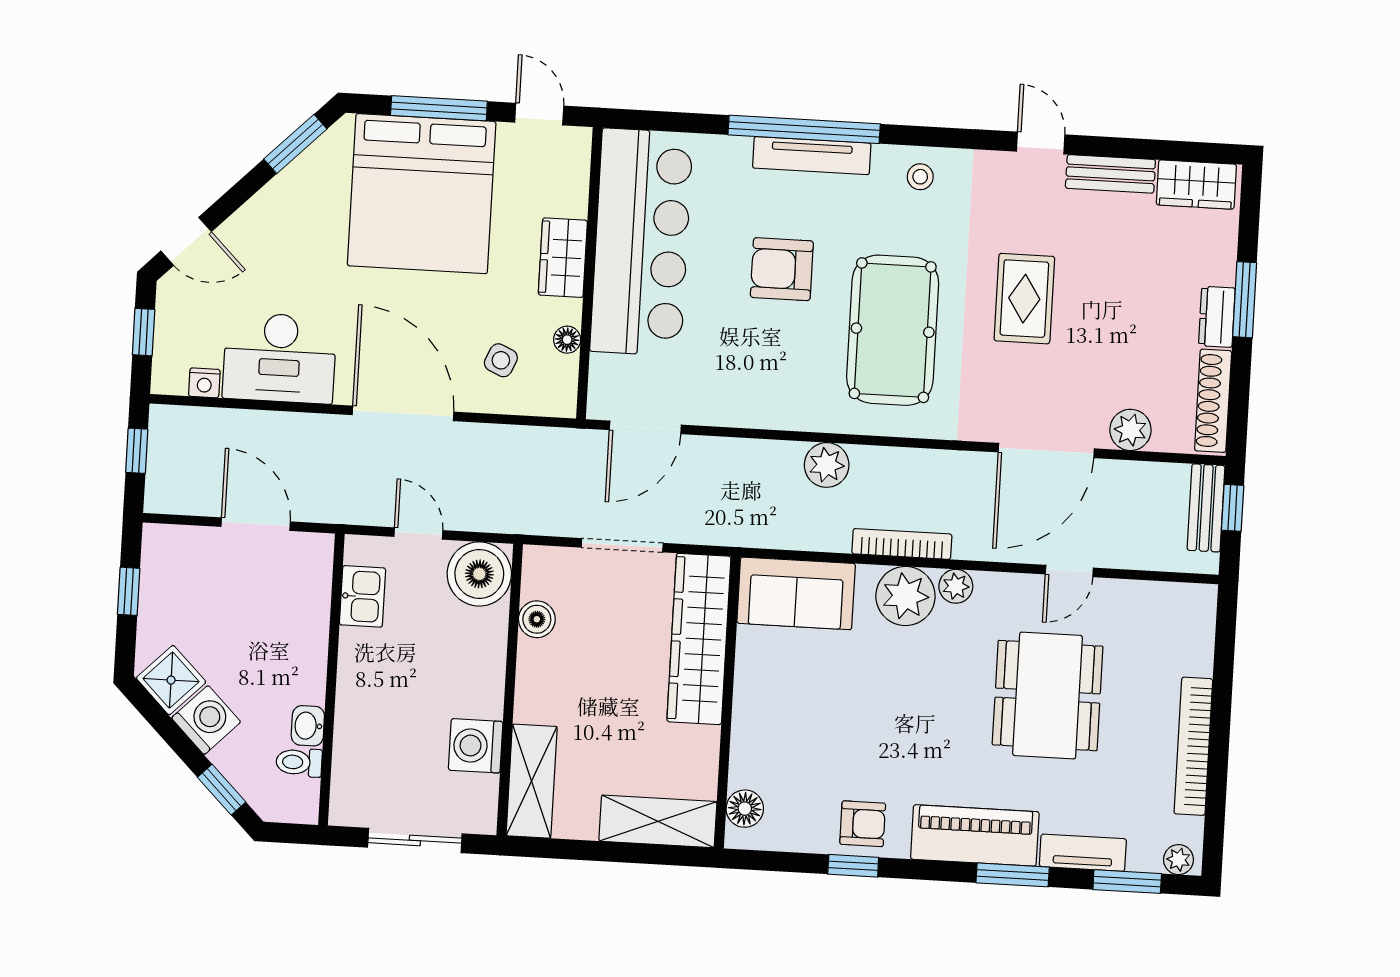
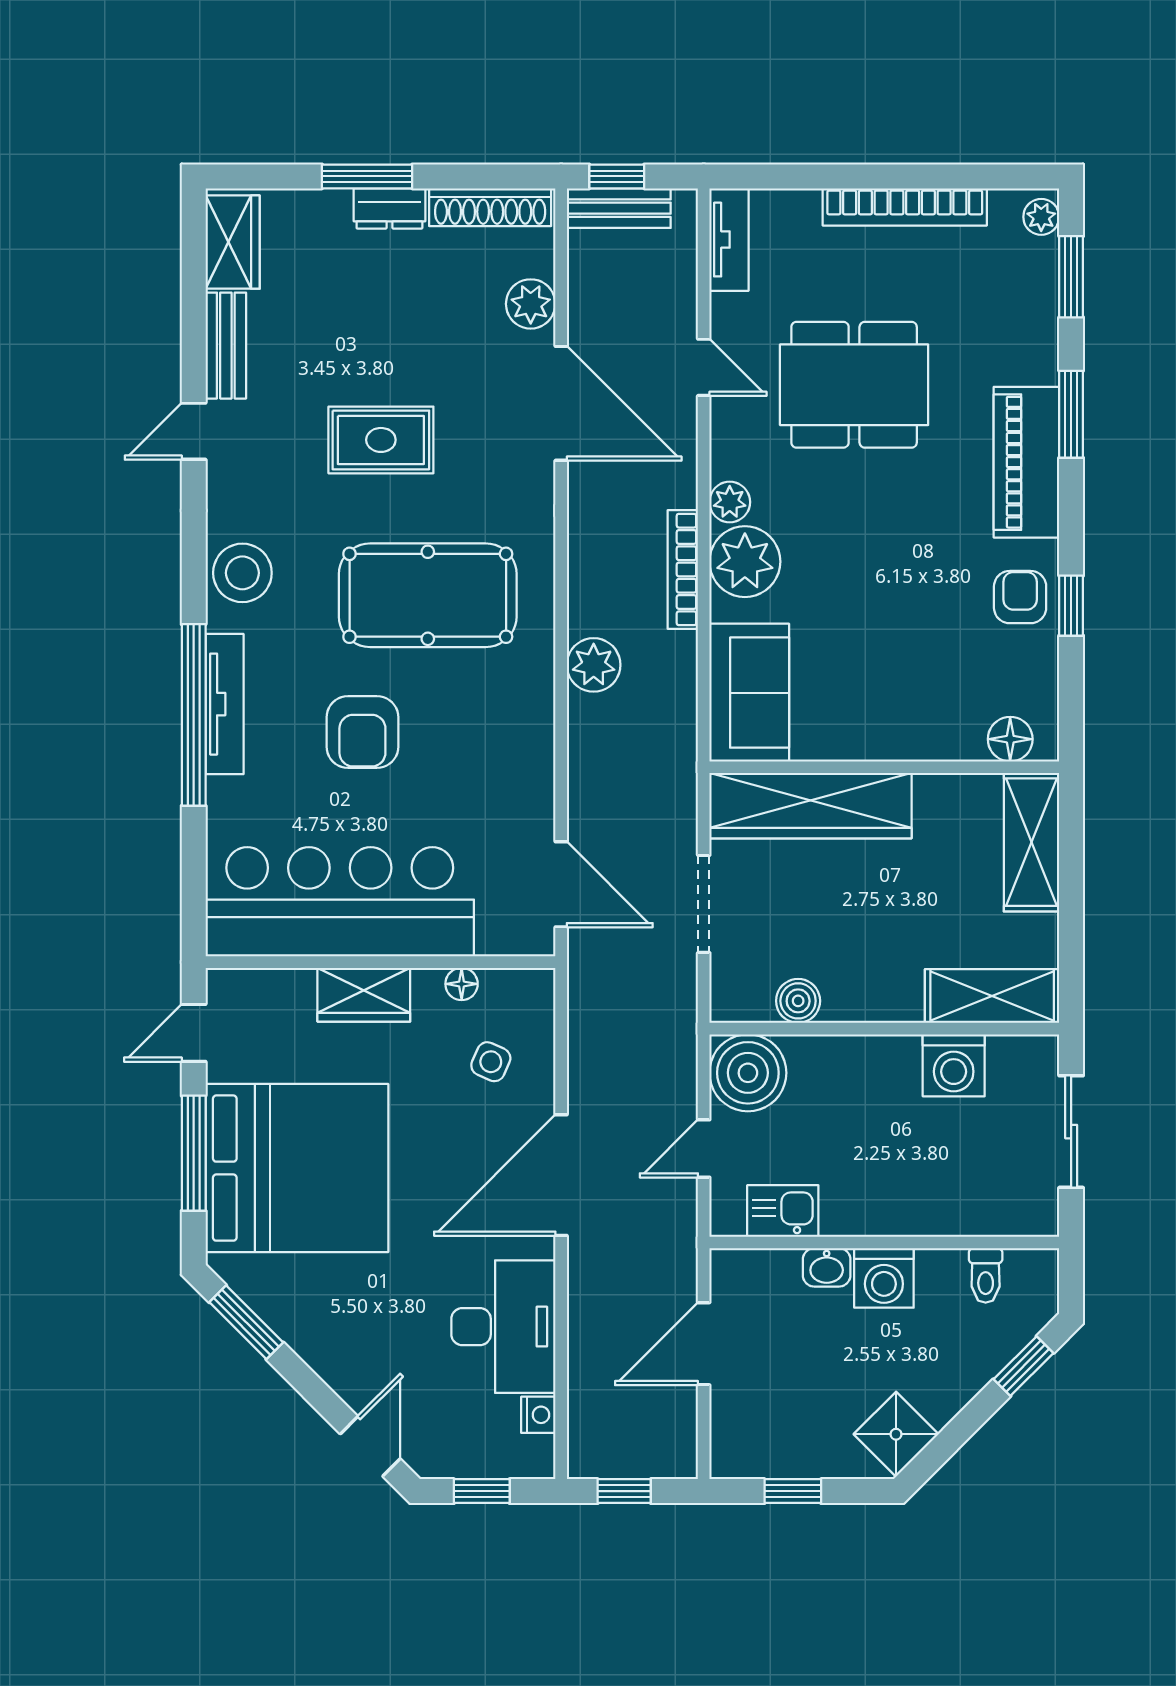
stool: (920, 177) -> (242, 573), width x1.89, depth x1.89
washing machine: (206, 720) -> (884, 1278), moved, turned -135
washbasin: (308, 726) -> (827, 1267), moved
tv unit: (1083, 853) -> (729, 240), moved, turned 180

